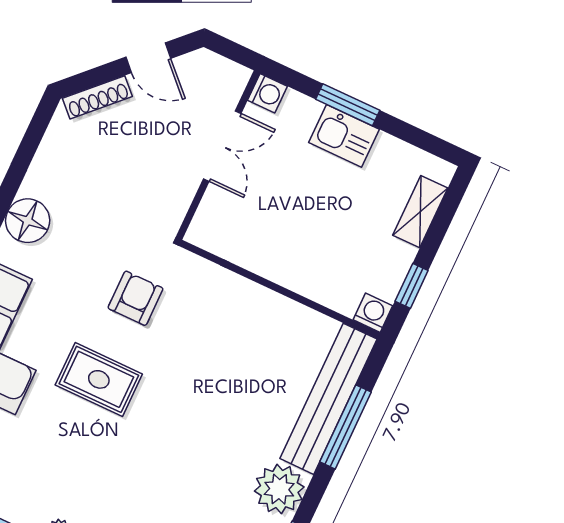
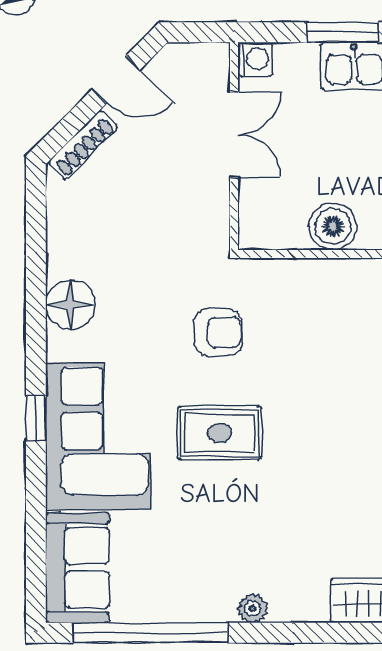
boiler: (267, 257) -> (333, 227), added
armchair: (135, 298) -> (218, 332), turned 90

